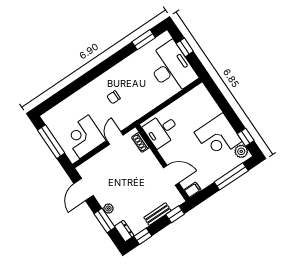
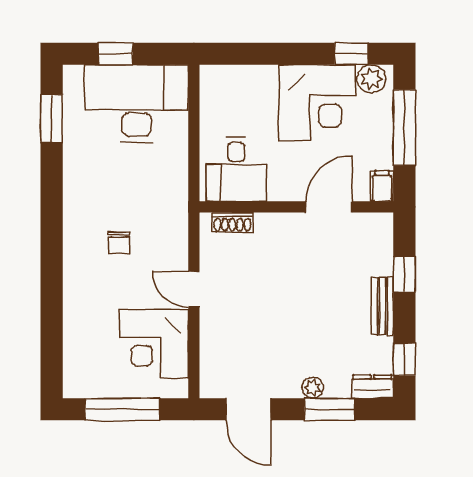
desk: (162, 130) -> (236, 169), moved
shoe rack: (140, 142) -> (232, 222), moved
wall: (163, 163) -> (296, 207), moved
door: (171, 175) -> (329, 207), moved
filing cabinet: (193, 190) -> (382, 186), moved

